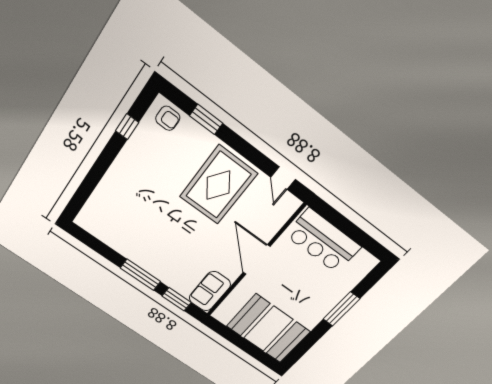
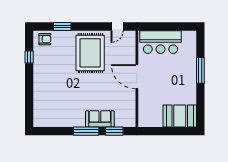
door: (283, 178) -> (117, 27), hinge flipped
sofa: (210, 291) -> (100, 119), moved, turned 90
booth: (268, 329) -> (180, 116), width x0.73, depth x0.70

